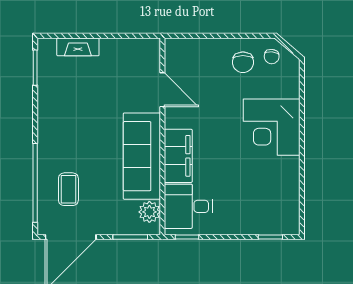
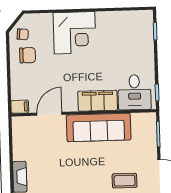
filing cabinet: (173, 50) -> (20, 107), added
plant: (149, 212) -> (139, 121), removed

